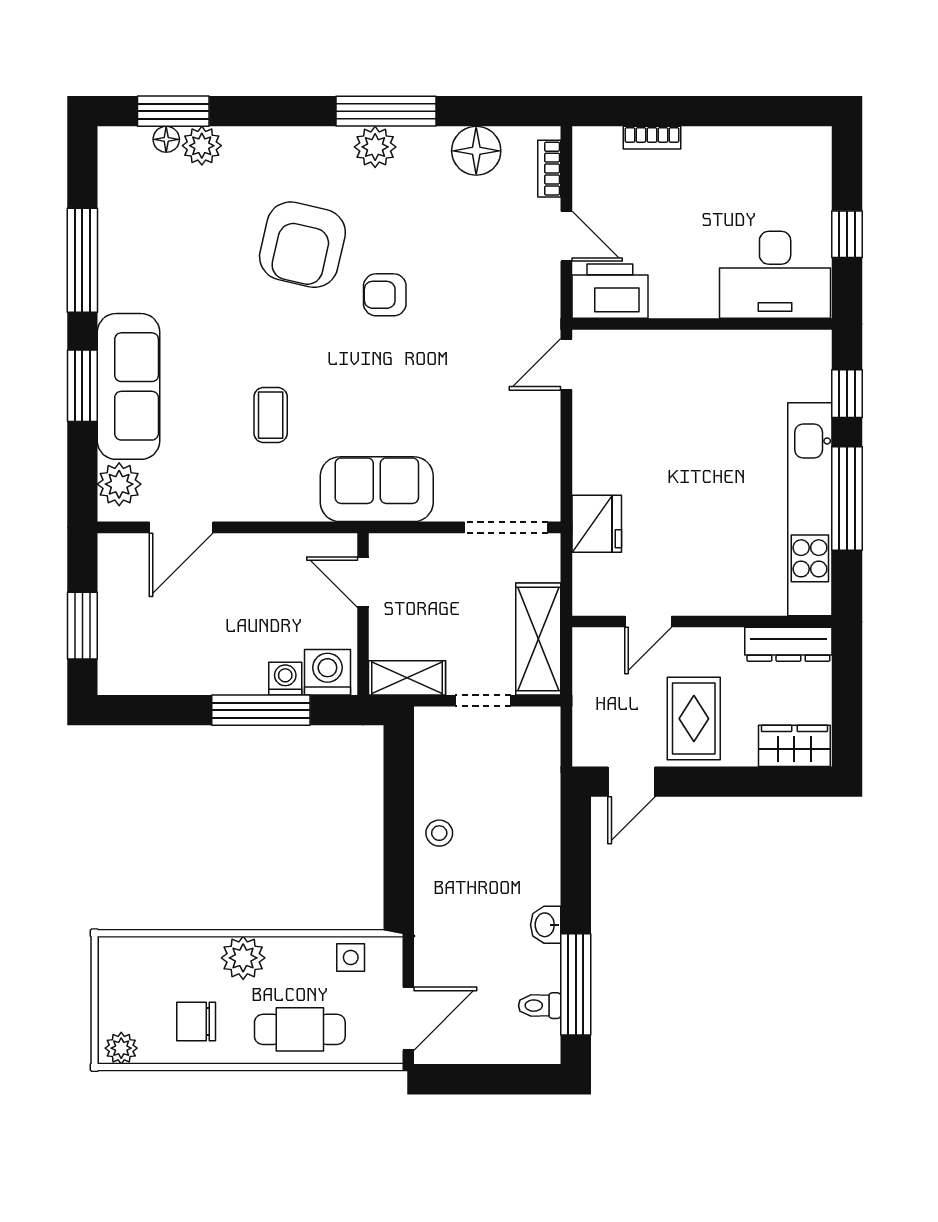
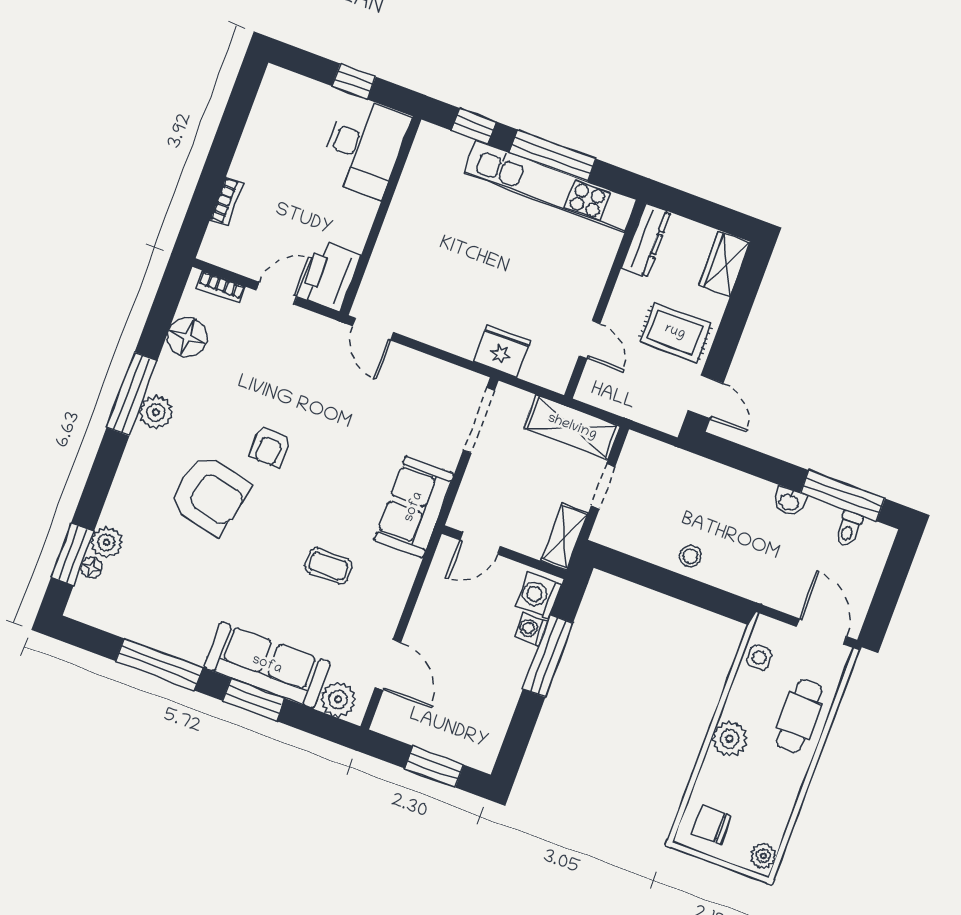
chair: (196, 1022) -> (711, 825), moved, turned 90

